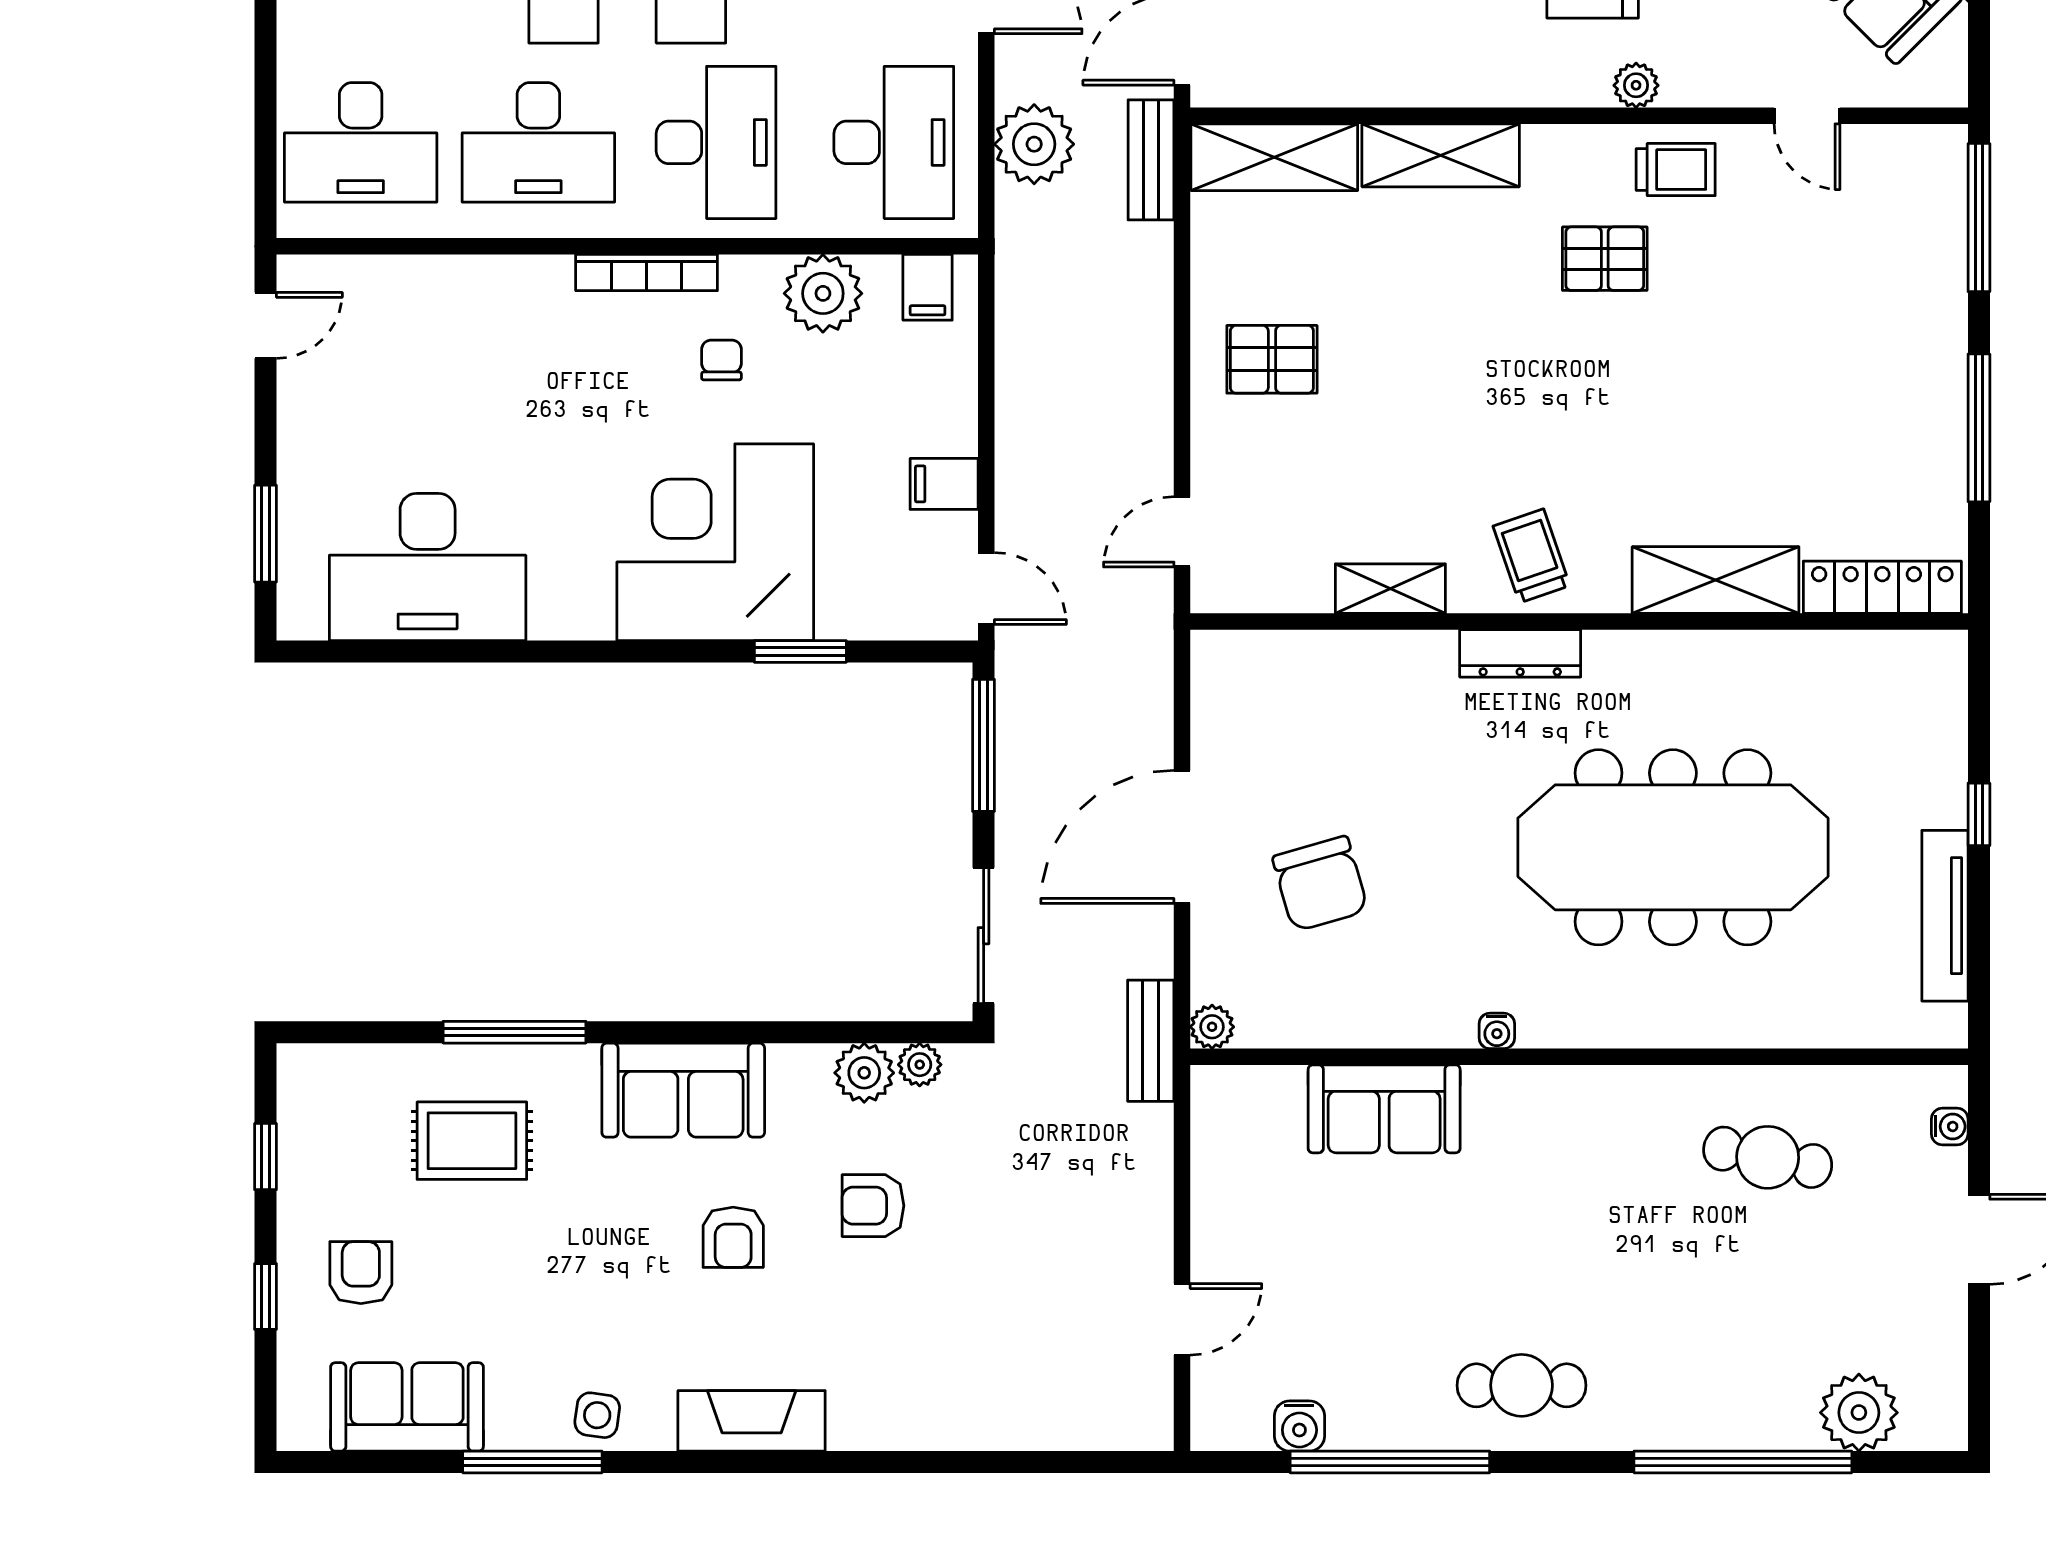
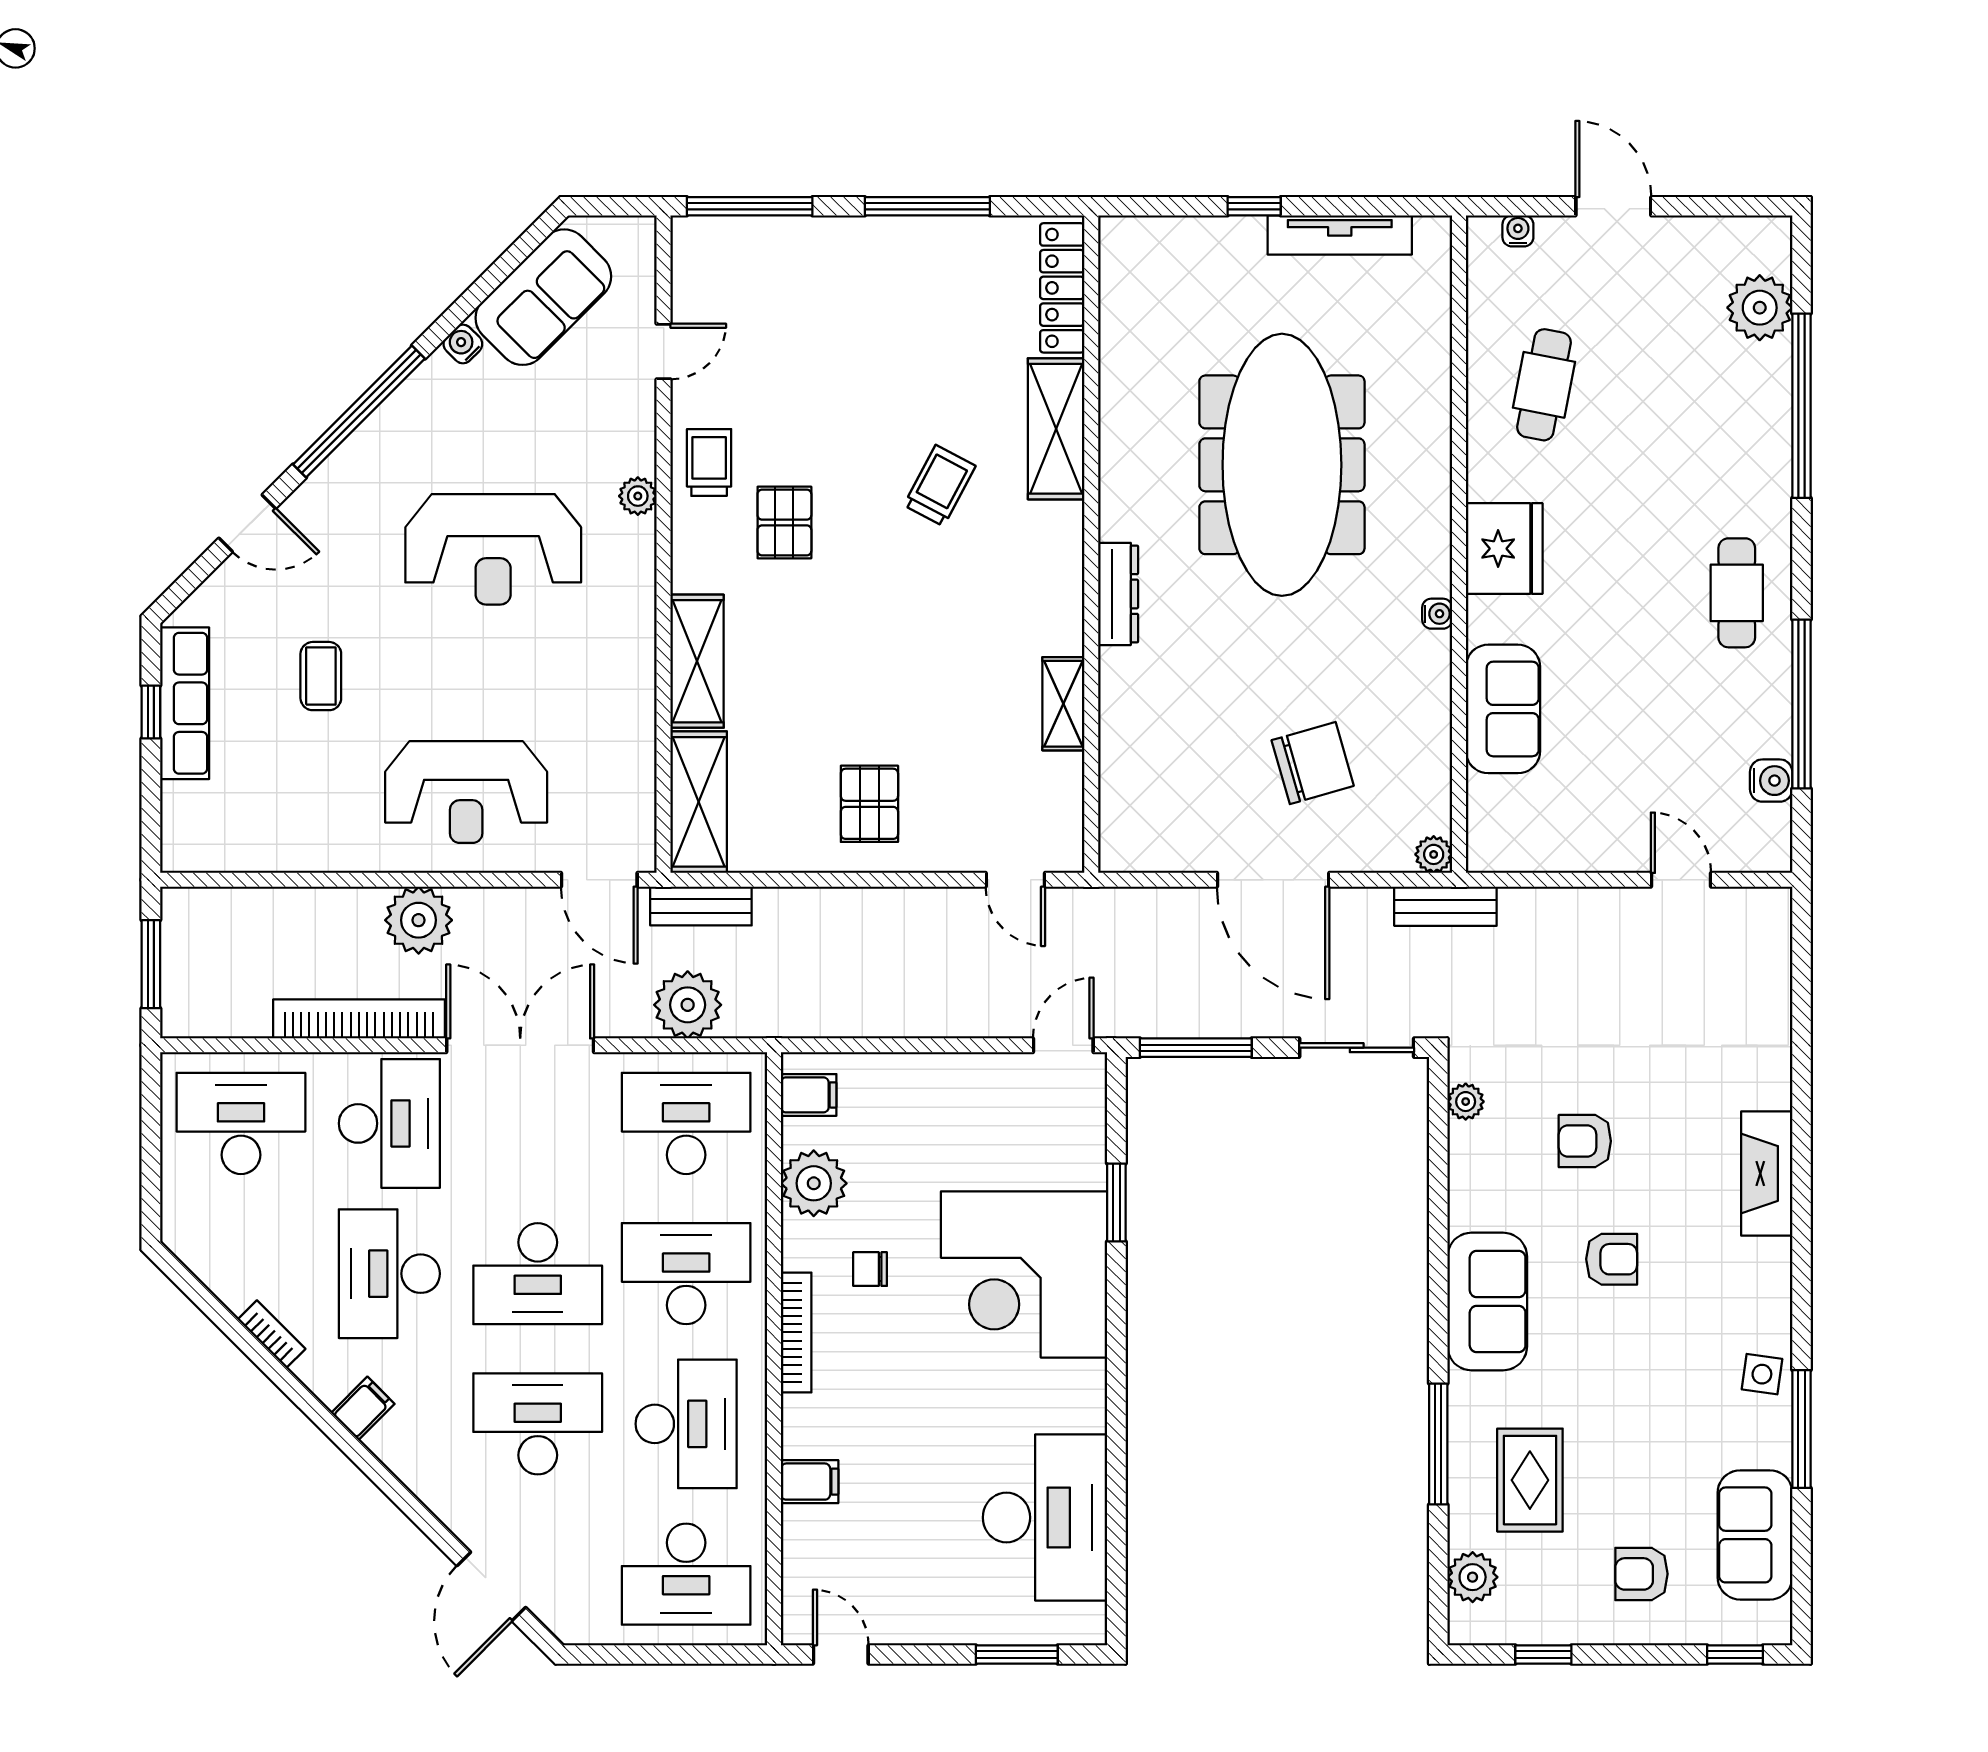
desk: (361, 142) -> (686, 1574), turned 90
filing cabinet: (944, 484) -> (810, 1482), moved, turned -90
trolley: (1531, 556) -> (940, 486), moved, turned 137
plant: (864, 1073) -> (1473, 1577), moved
fridge: (1574, 1110) -> (1504, 549), added
armchair: (873, 1206) -> (1585, 1141), turned 90
window: (266, 1297) -> (1735, 1655), moved
fireplace: (752, 1421) -> (1767, 1173), moved

